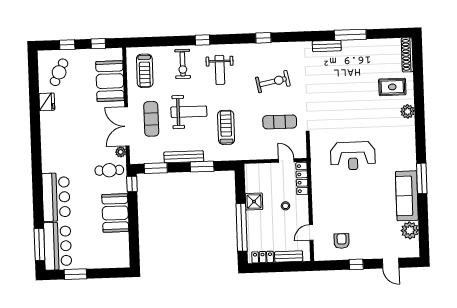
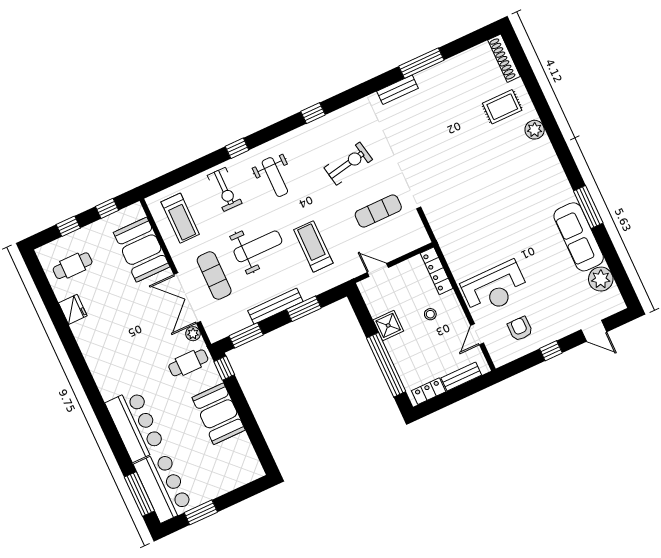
cafe table: (59, 72) -> (73, 266), turned 64
reception desk: (353, 156) -> (495, 288), moved
door: (286, 161) -> (378, 270), moved

